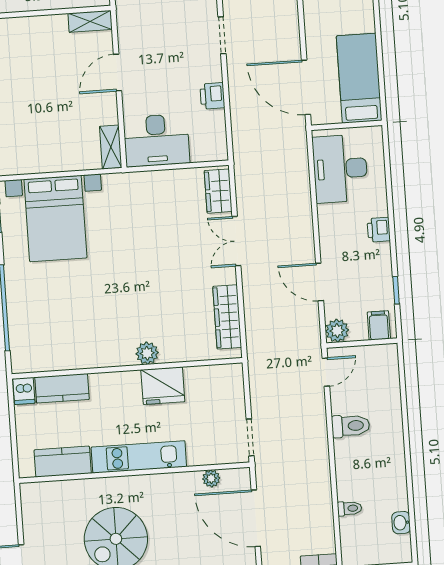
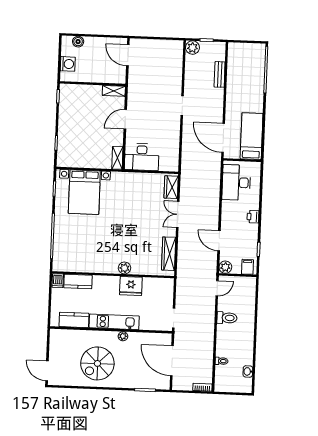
printer: (212, 96) -> (174, 137), removed
plant: (211, 478) -> (123, 336), moved

